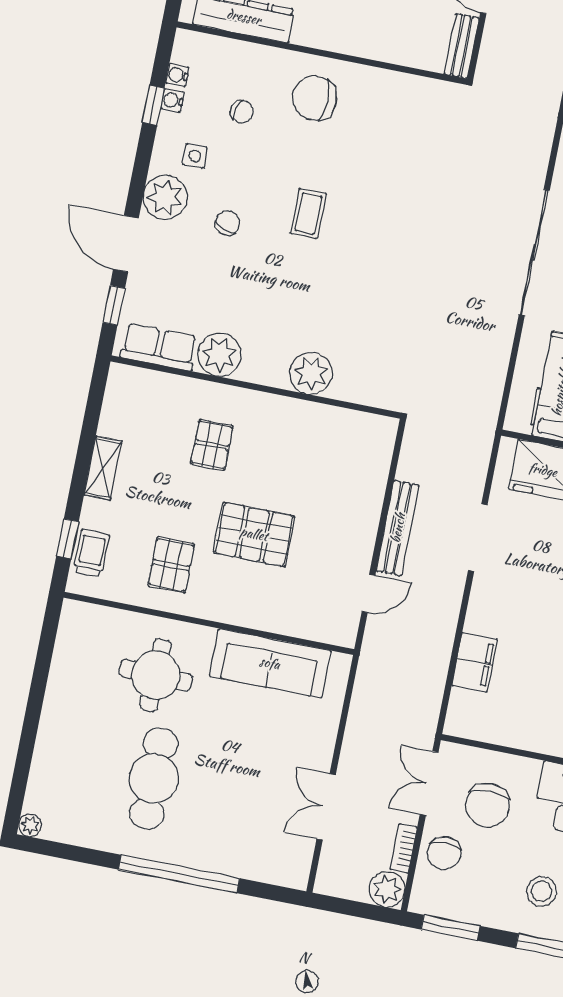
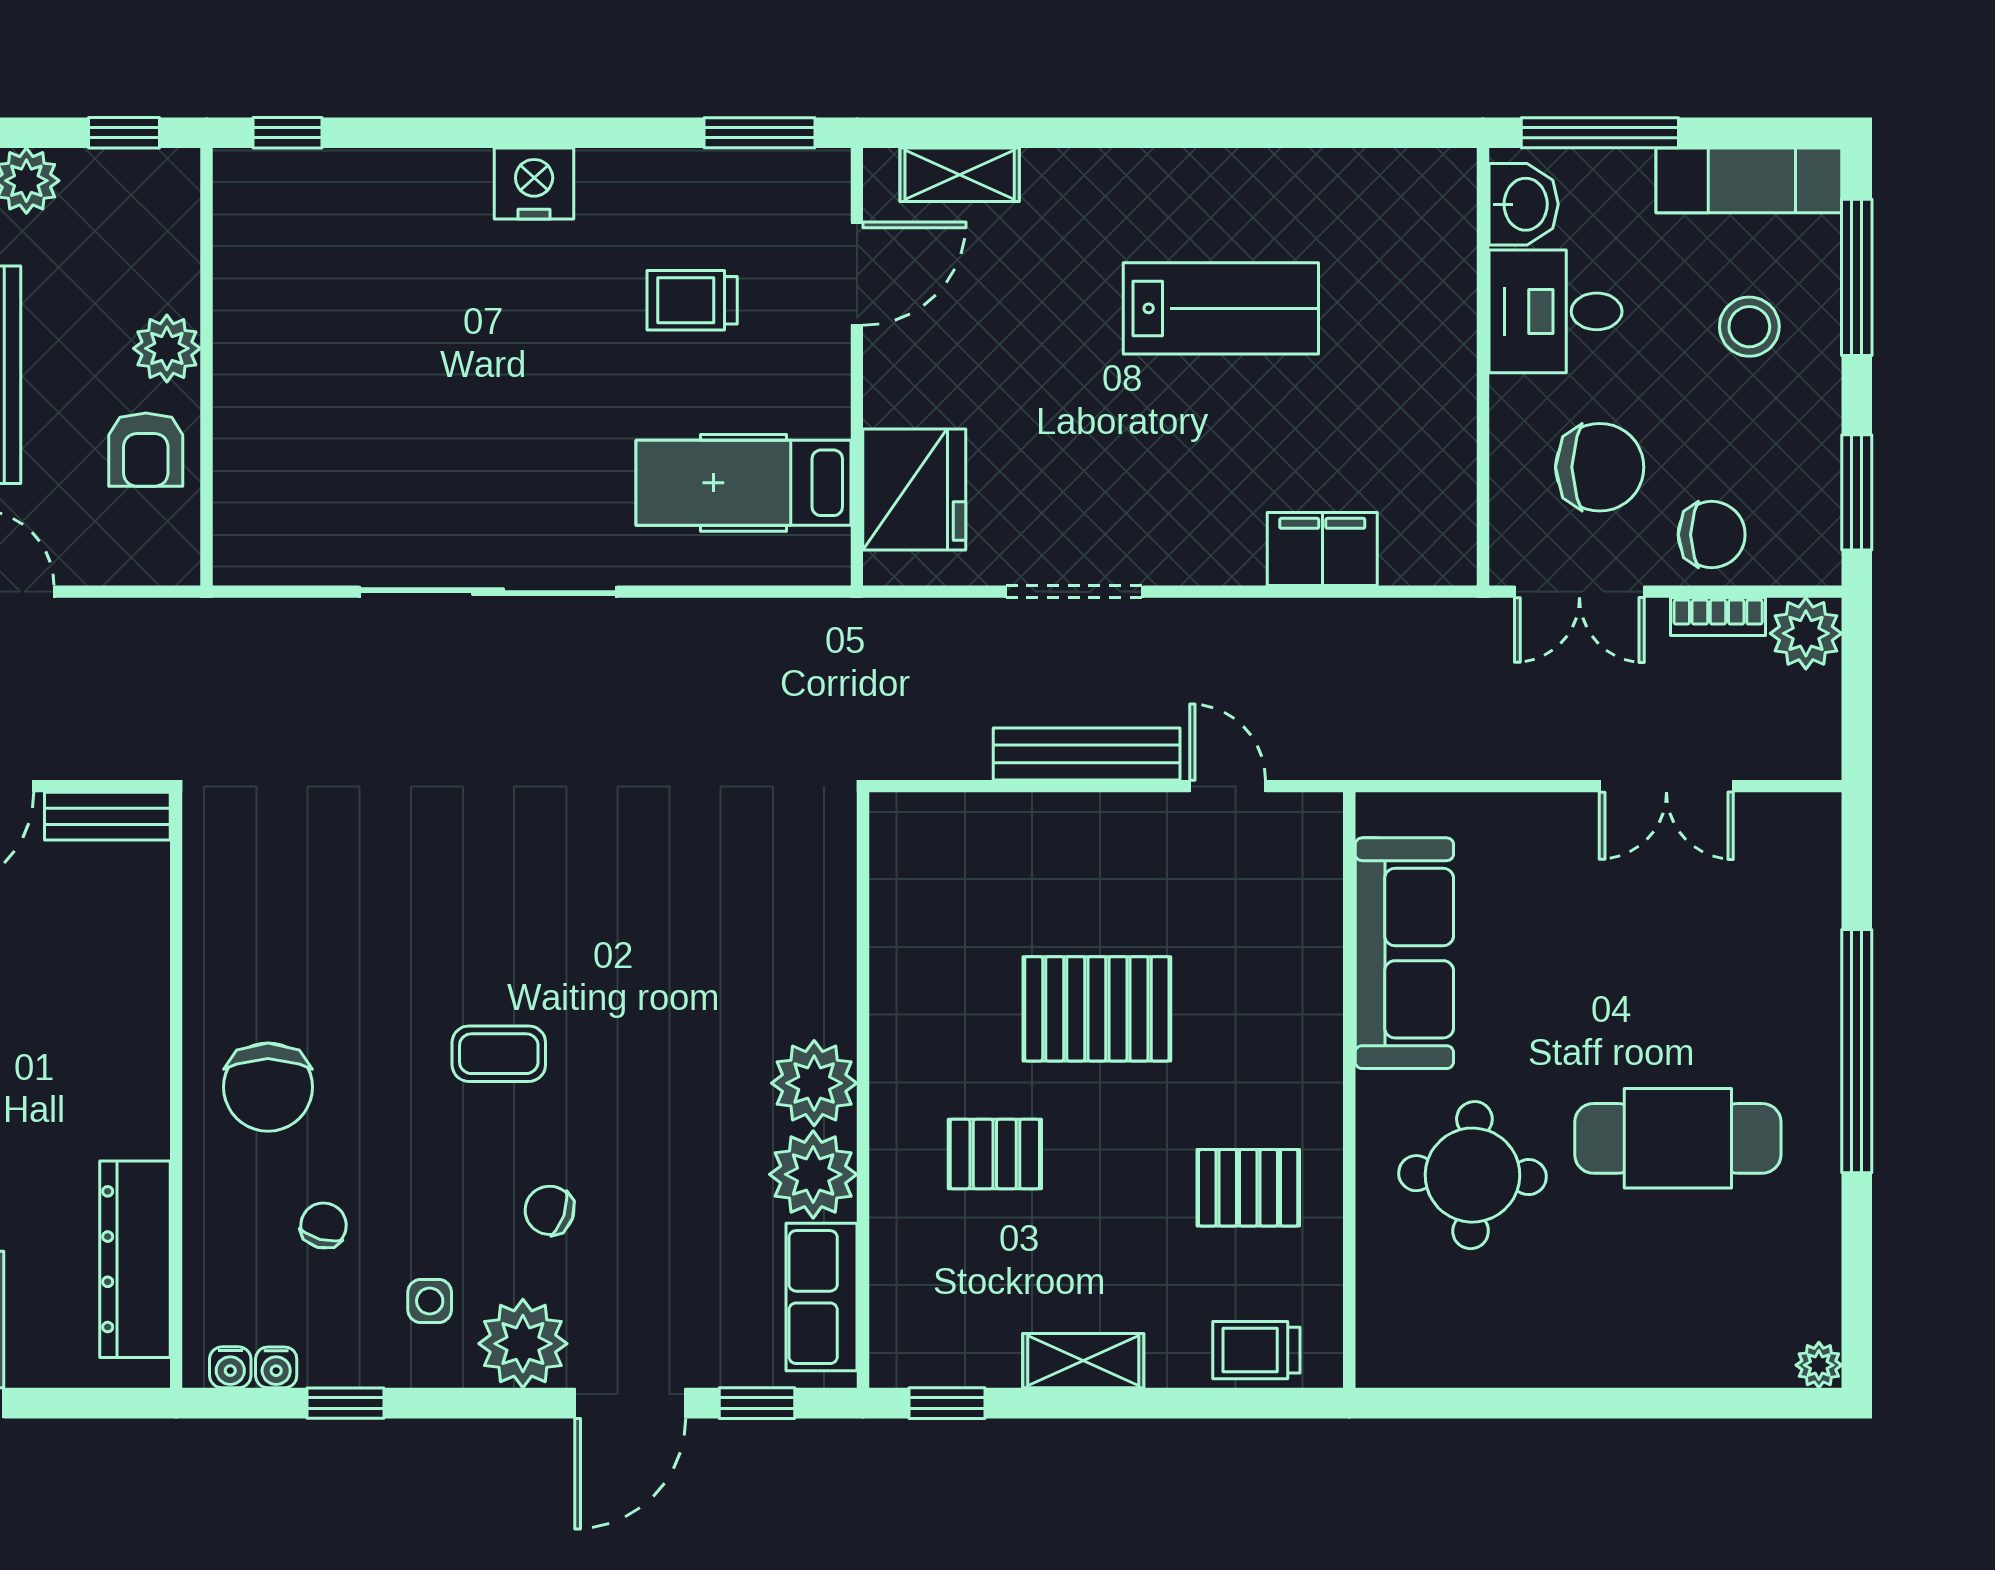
water cooler: (172, 100) -> (230, 1367), moved
plant: (311, 373) -> (814, 1083), moved
pallet: (254, 534) -> (1097, 1009), moved, turned 90
window: (68, 539) -> (947, 1403), moved

